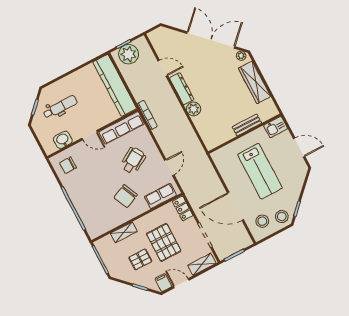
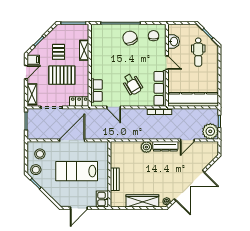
plant: (129, 54) -> (210, 131), moved
door: (90, 135) -> (167, 63), swing flipped
chair: (126, 196) -> (130, 38), moved
door: (236, 206) -> (72, 140), moved

